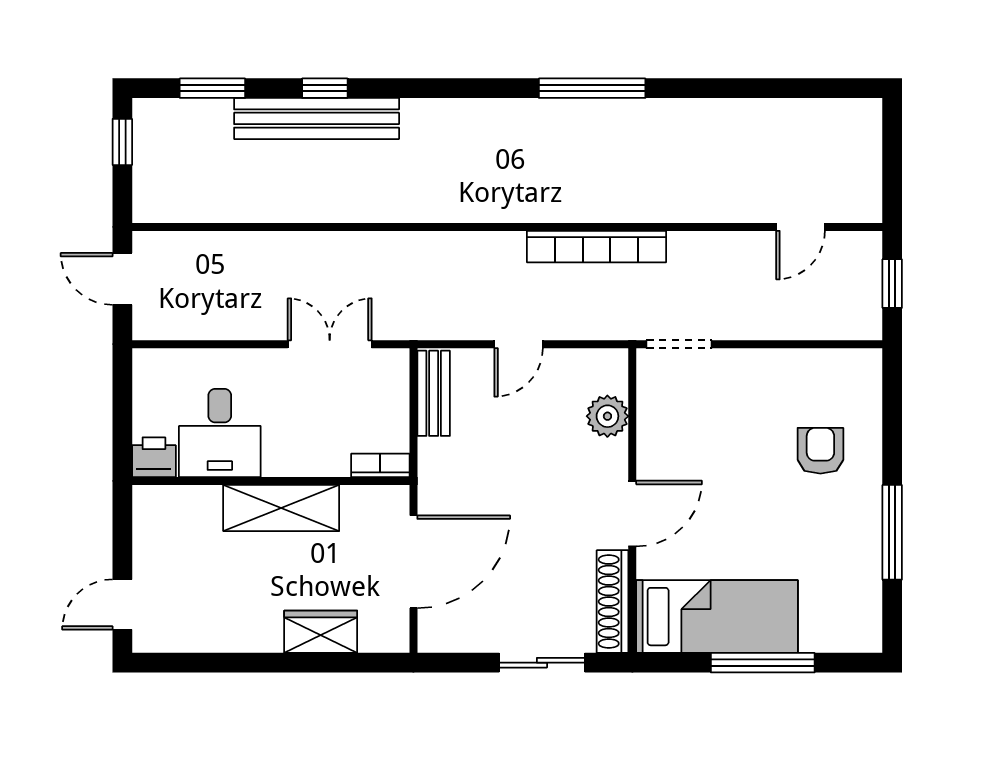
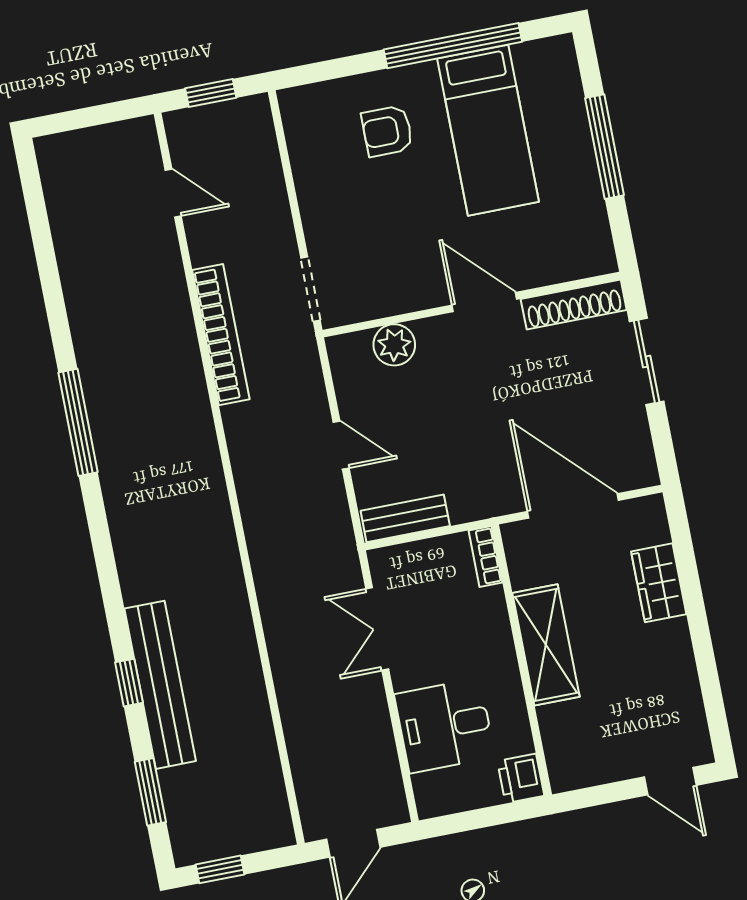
bookcase: (597, 247) -> (221, 335), moved
desk: (220, 433) -> (445, 726), moved, turned 180
window: (892, 532) -> (453, 46), width x1.46
bed: (717, 617) -> (488, 130), moved, turned 180

